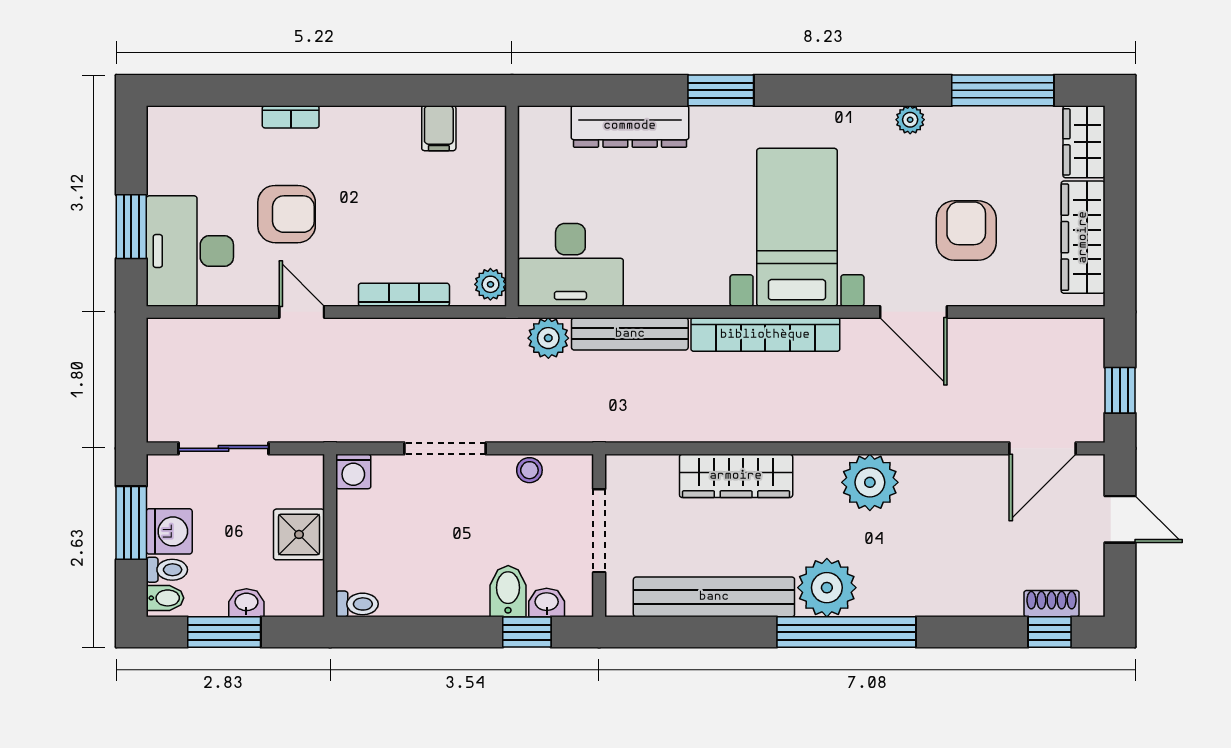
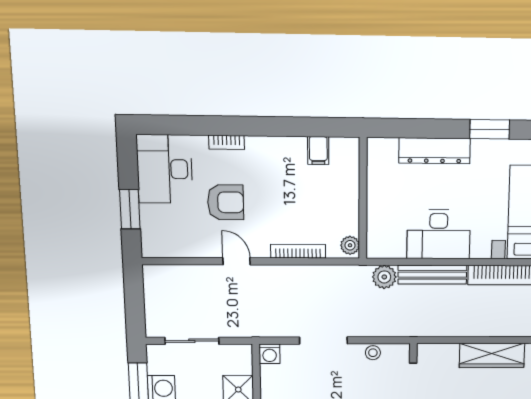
desk: (190, 251) -> (165, 169), moved
desk: (570, 265) -> (439, 234), moved

